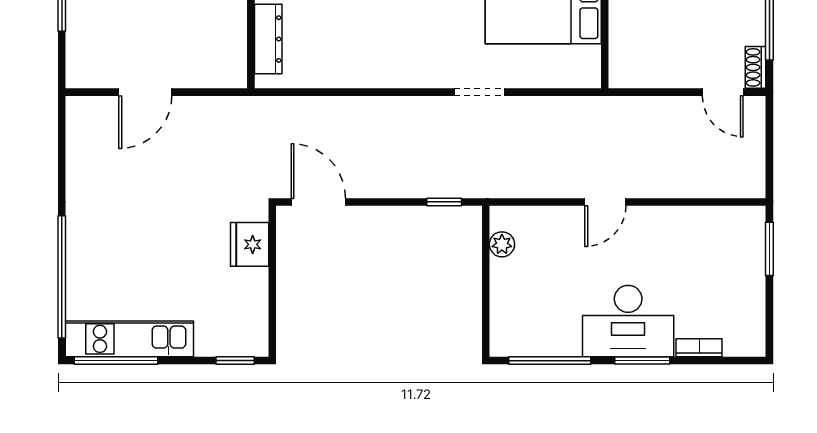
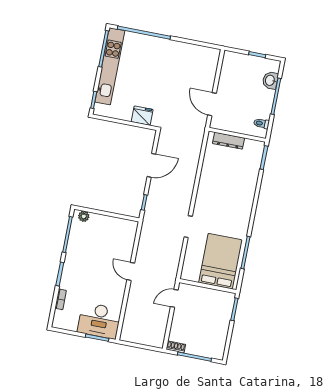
door: (145, 92) -> (212, 104), moved
door: (723, 92) -> (174, 298), moved
door: (318, 202) -> (151, 165), moved
plant: (502, 244) -> (84, 216), moved
desk: (628, 321) -> (99, 321), moved, turned -90
kitchen unit: (129, 339) -> (110, 66), width x1.36

